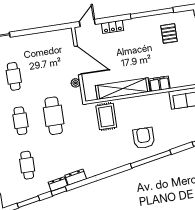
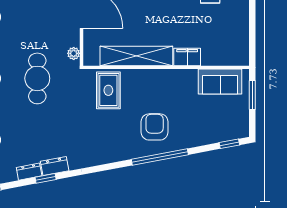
plant: (76, 83) -> (74, 53), moved
window: (59, 191) -> (46, 178), moved

